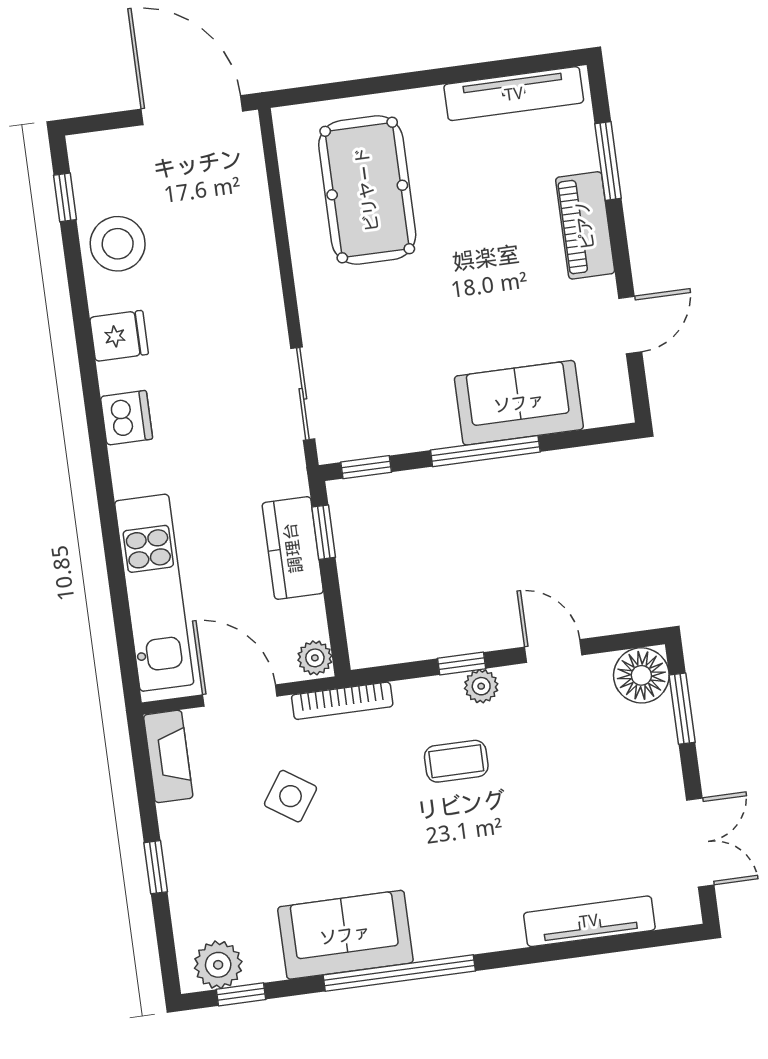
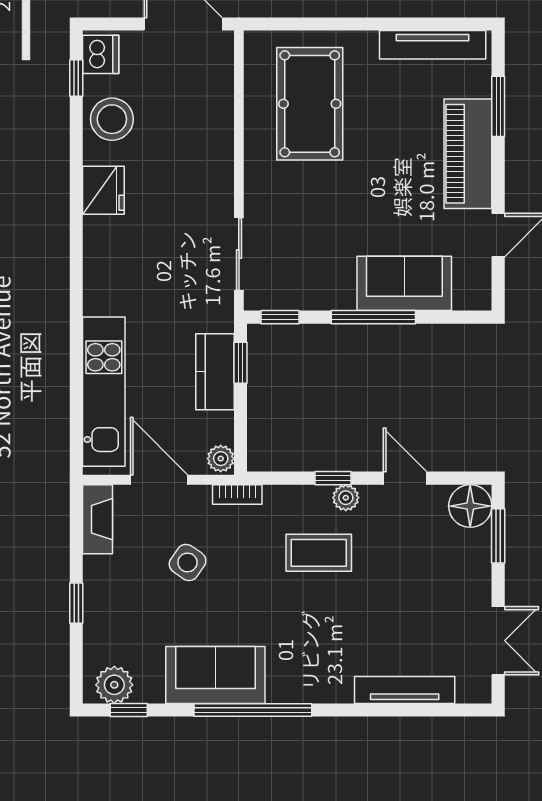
piano: (585, 225) -> (468, 154), width x1.37, depth x1.33
fridge: (119, 336) -> (103, 190), width x1.38
dishwasher: (127, 418) -> (101, 54), moved
bookcase: (342, 701) -> (237, 494), width x0.64
coffee table: (456, 761) -> (319, 553), width x1.36, depth x1.30

